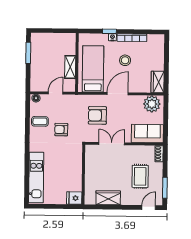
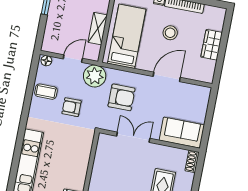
wardrobe: (158, 82) -> (212, 45), moved
door: (118, 94) -> (167, 77), moved
plant: (152, 104) -> (95, 76), moved
armchair: (97, 115) -> (122, 97), turned 180

